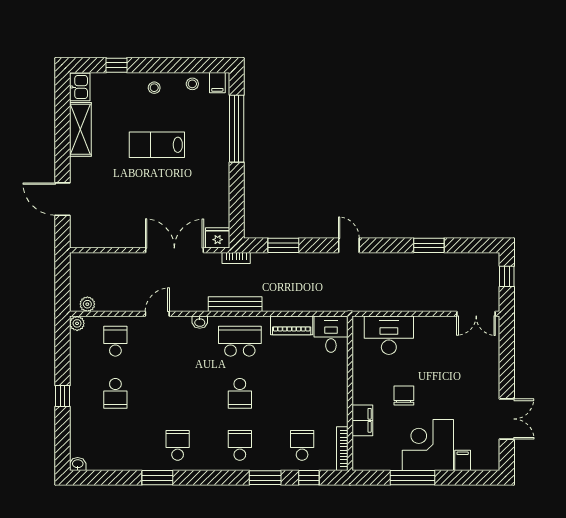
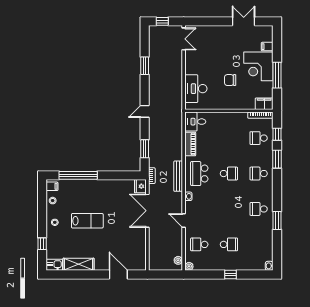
lab bench: (157, 145) -> (87, 221), turned -90
door: (63, 199) -> (118, 275), swing flipped
filing cabinet: (362, 420) -> (264, 104), moved

